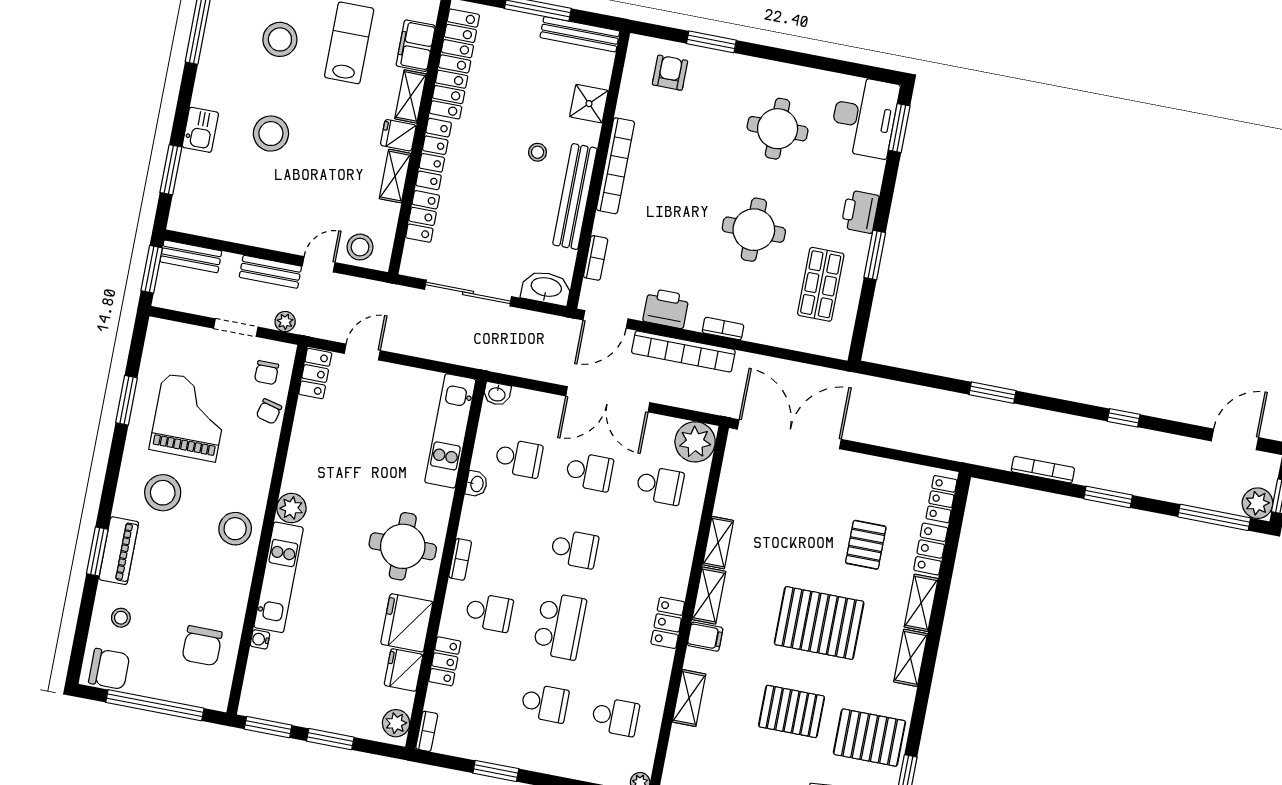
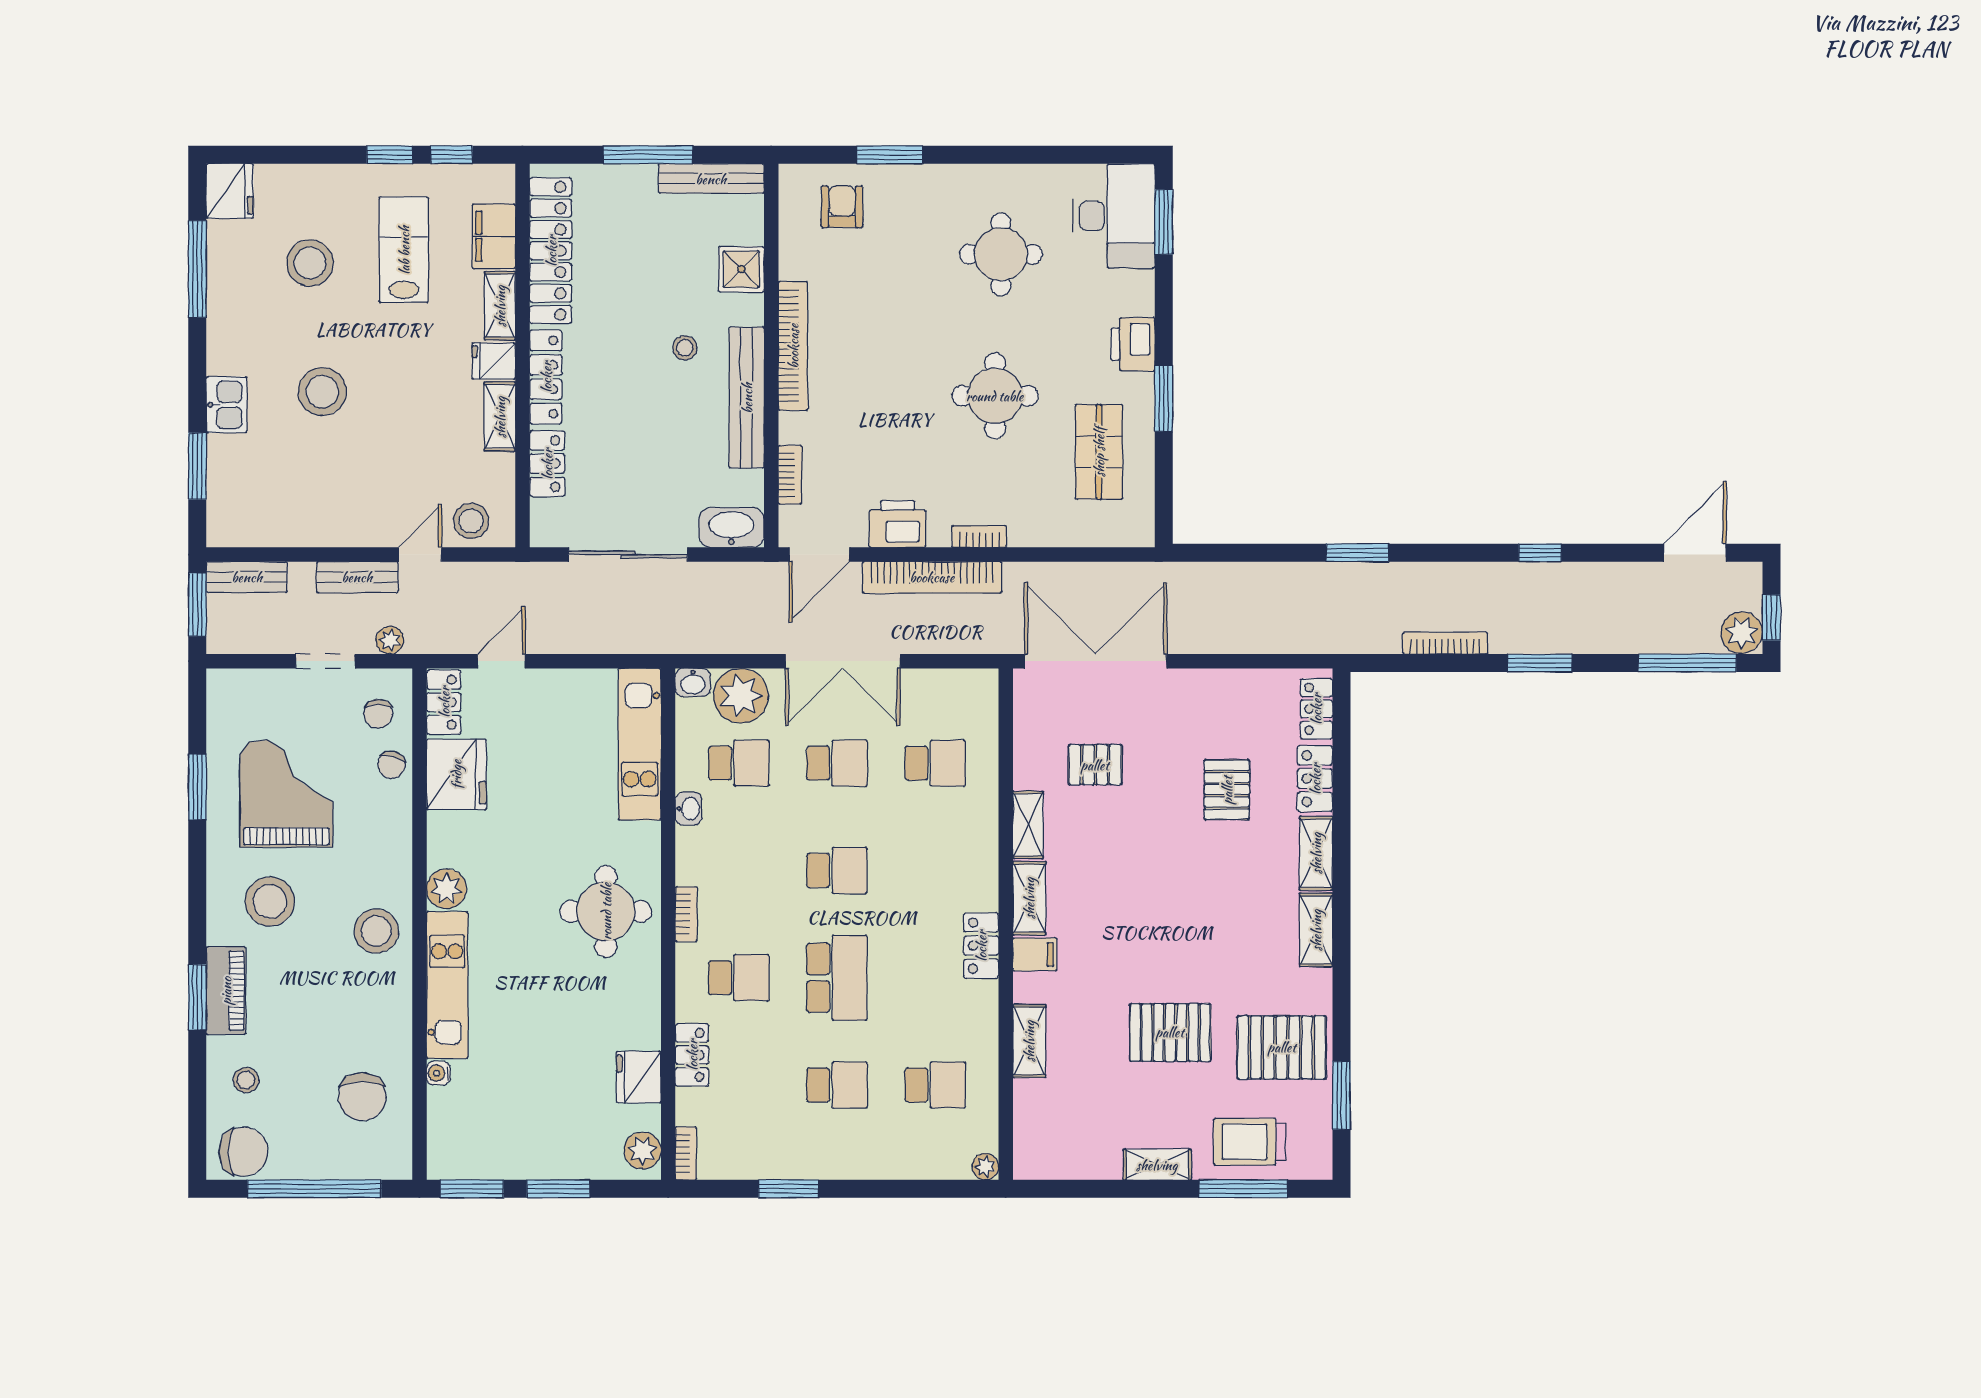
plant: (695, 442) -> (741, 696), moved
fridge: (407, 623) -> (456, 774), moved, turned 180
pallet: (819, 623) -> (1095, 765), moved, width x0.49, depth x0.50

